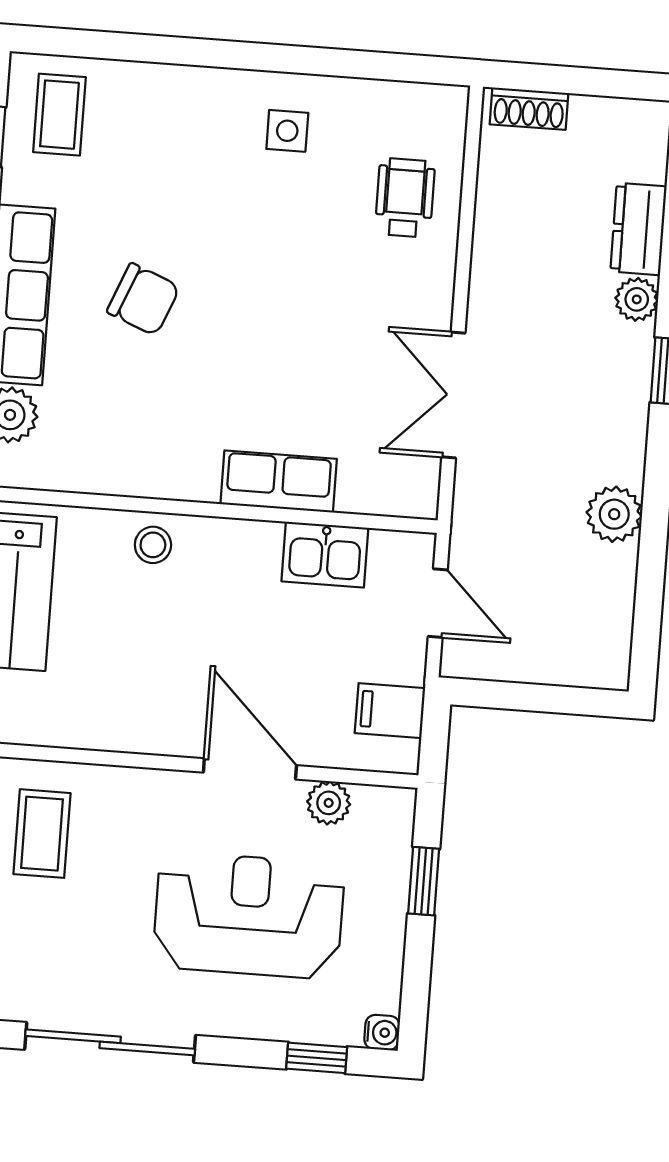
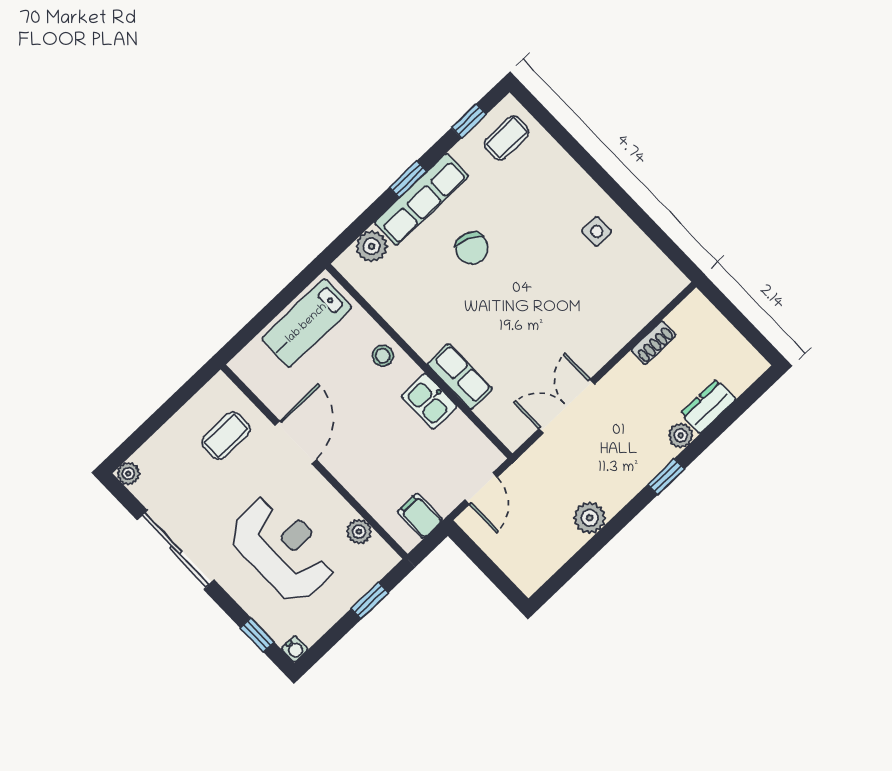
shoe rack: (529, 109) -> (654, 343), moved, turned -90
wheelchair: (405, 198) -> (621, 304), removed
kitchen sink: (325, 555) -> (429, 401), moved
door: (250, 769) -> (296, 442), moved

